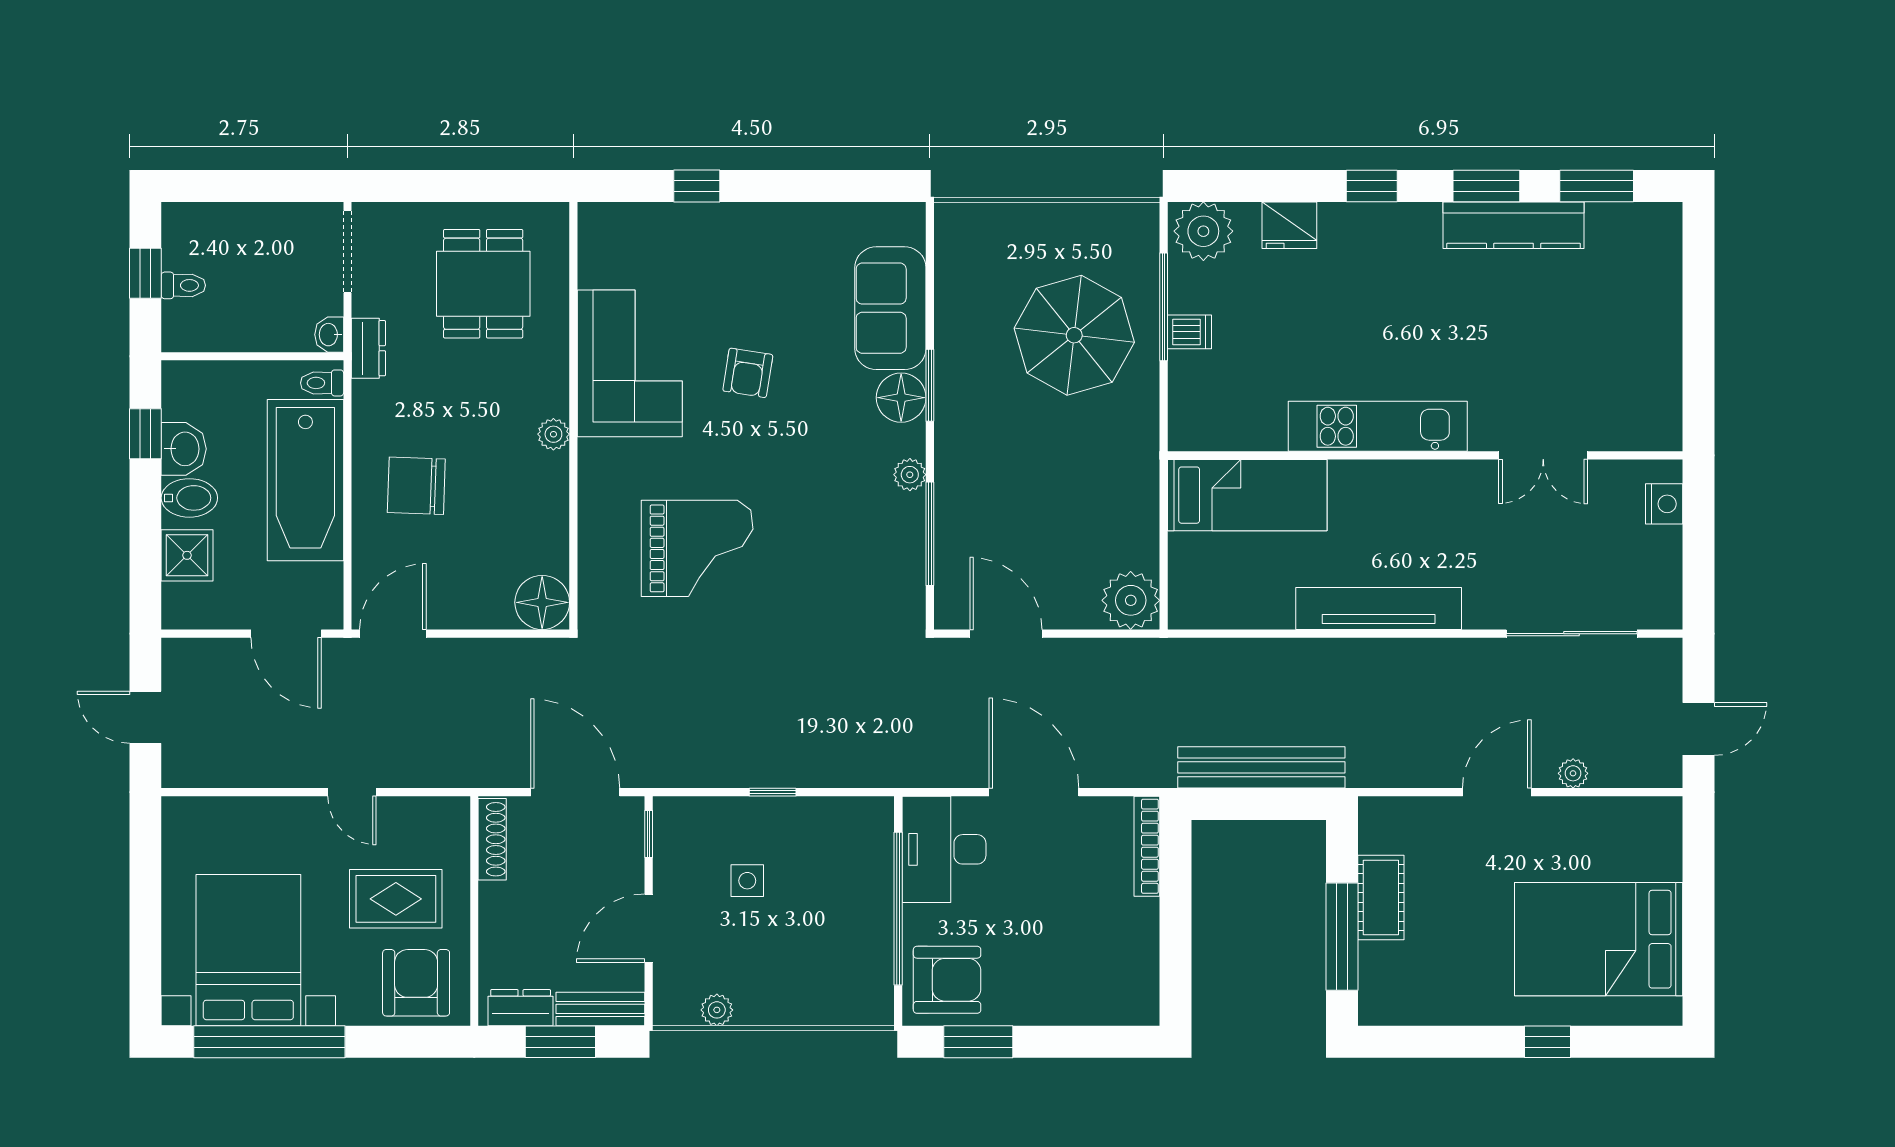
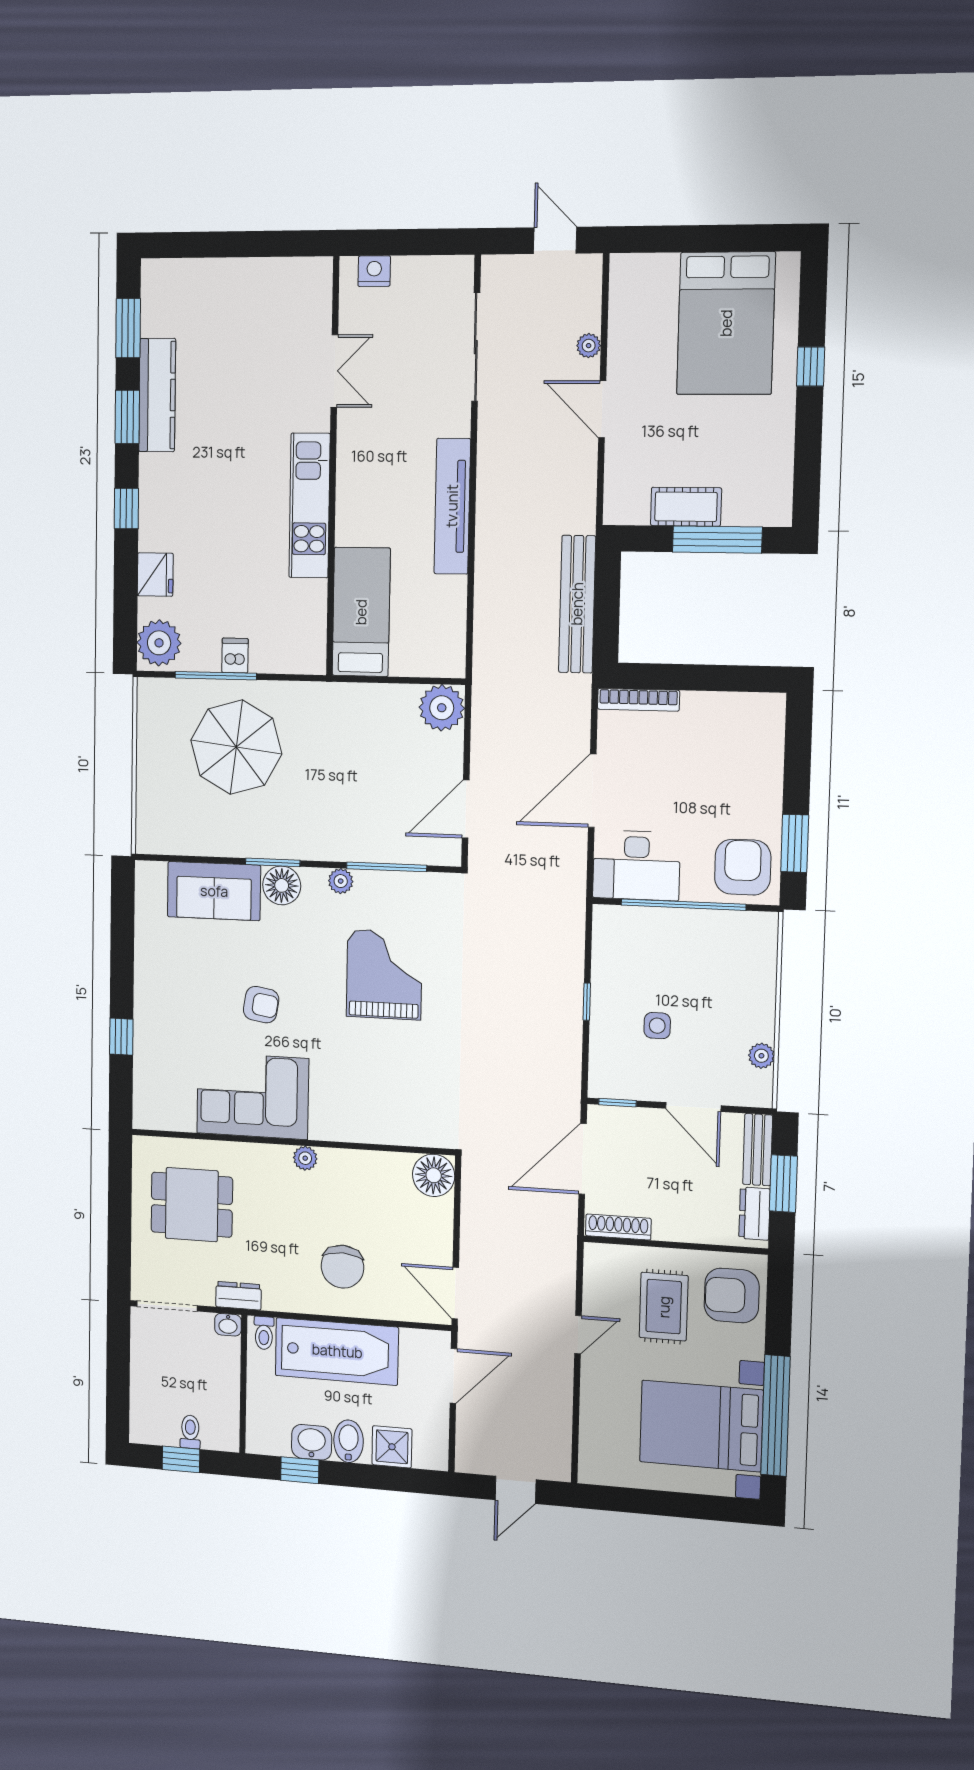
grand piano: (697, 548) -> (384, 975), moved

